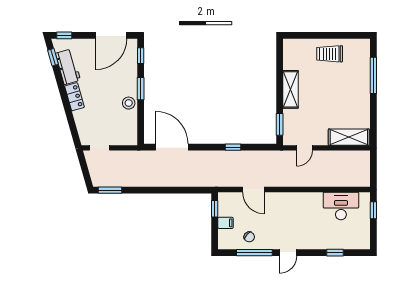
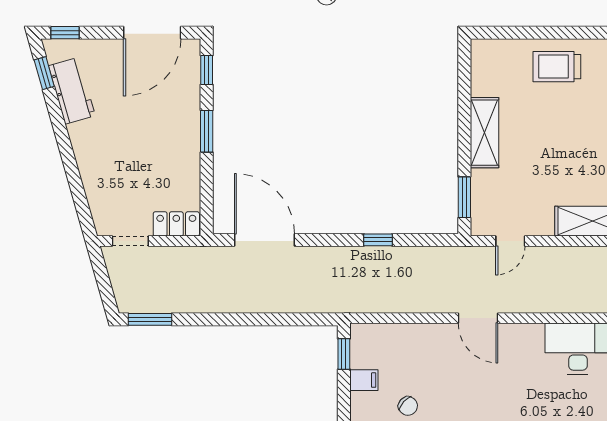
locker: (74, 97) -> (176, 224), moved, turned -74
stool: (129, 103) -> (184, 158), removed
door: (253, 189) -> (478, 318), moved

